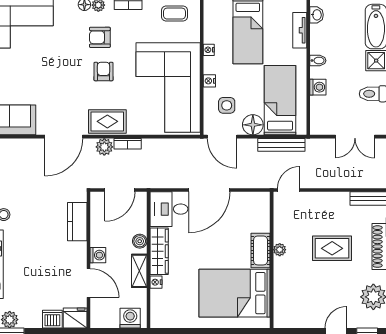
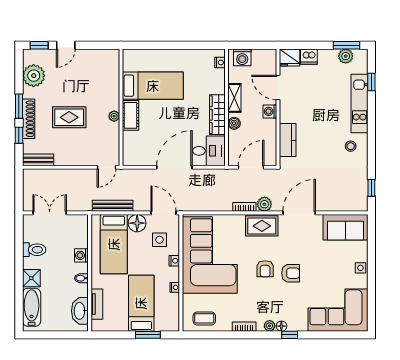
washbasin: (317, 15) -> (80, 311), width x1.91, depth x1.45
armchair: (100, 37) -> (291, 273), moved
nightstand: (156, 282) -> (220, 63), moved
bed: (234, 293) -> (153, 86), width x0.67

